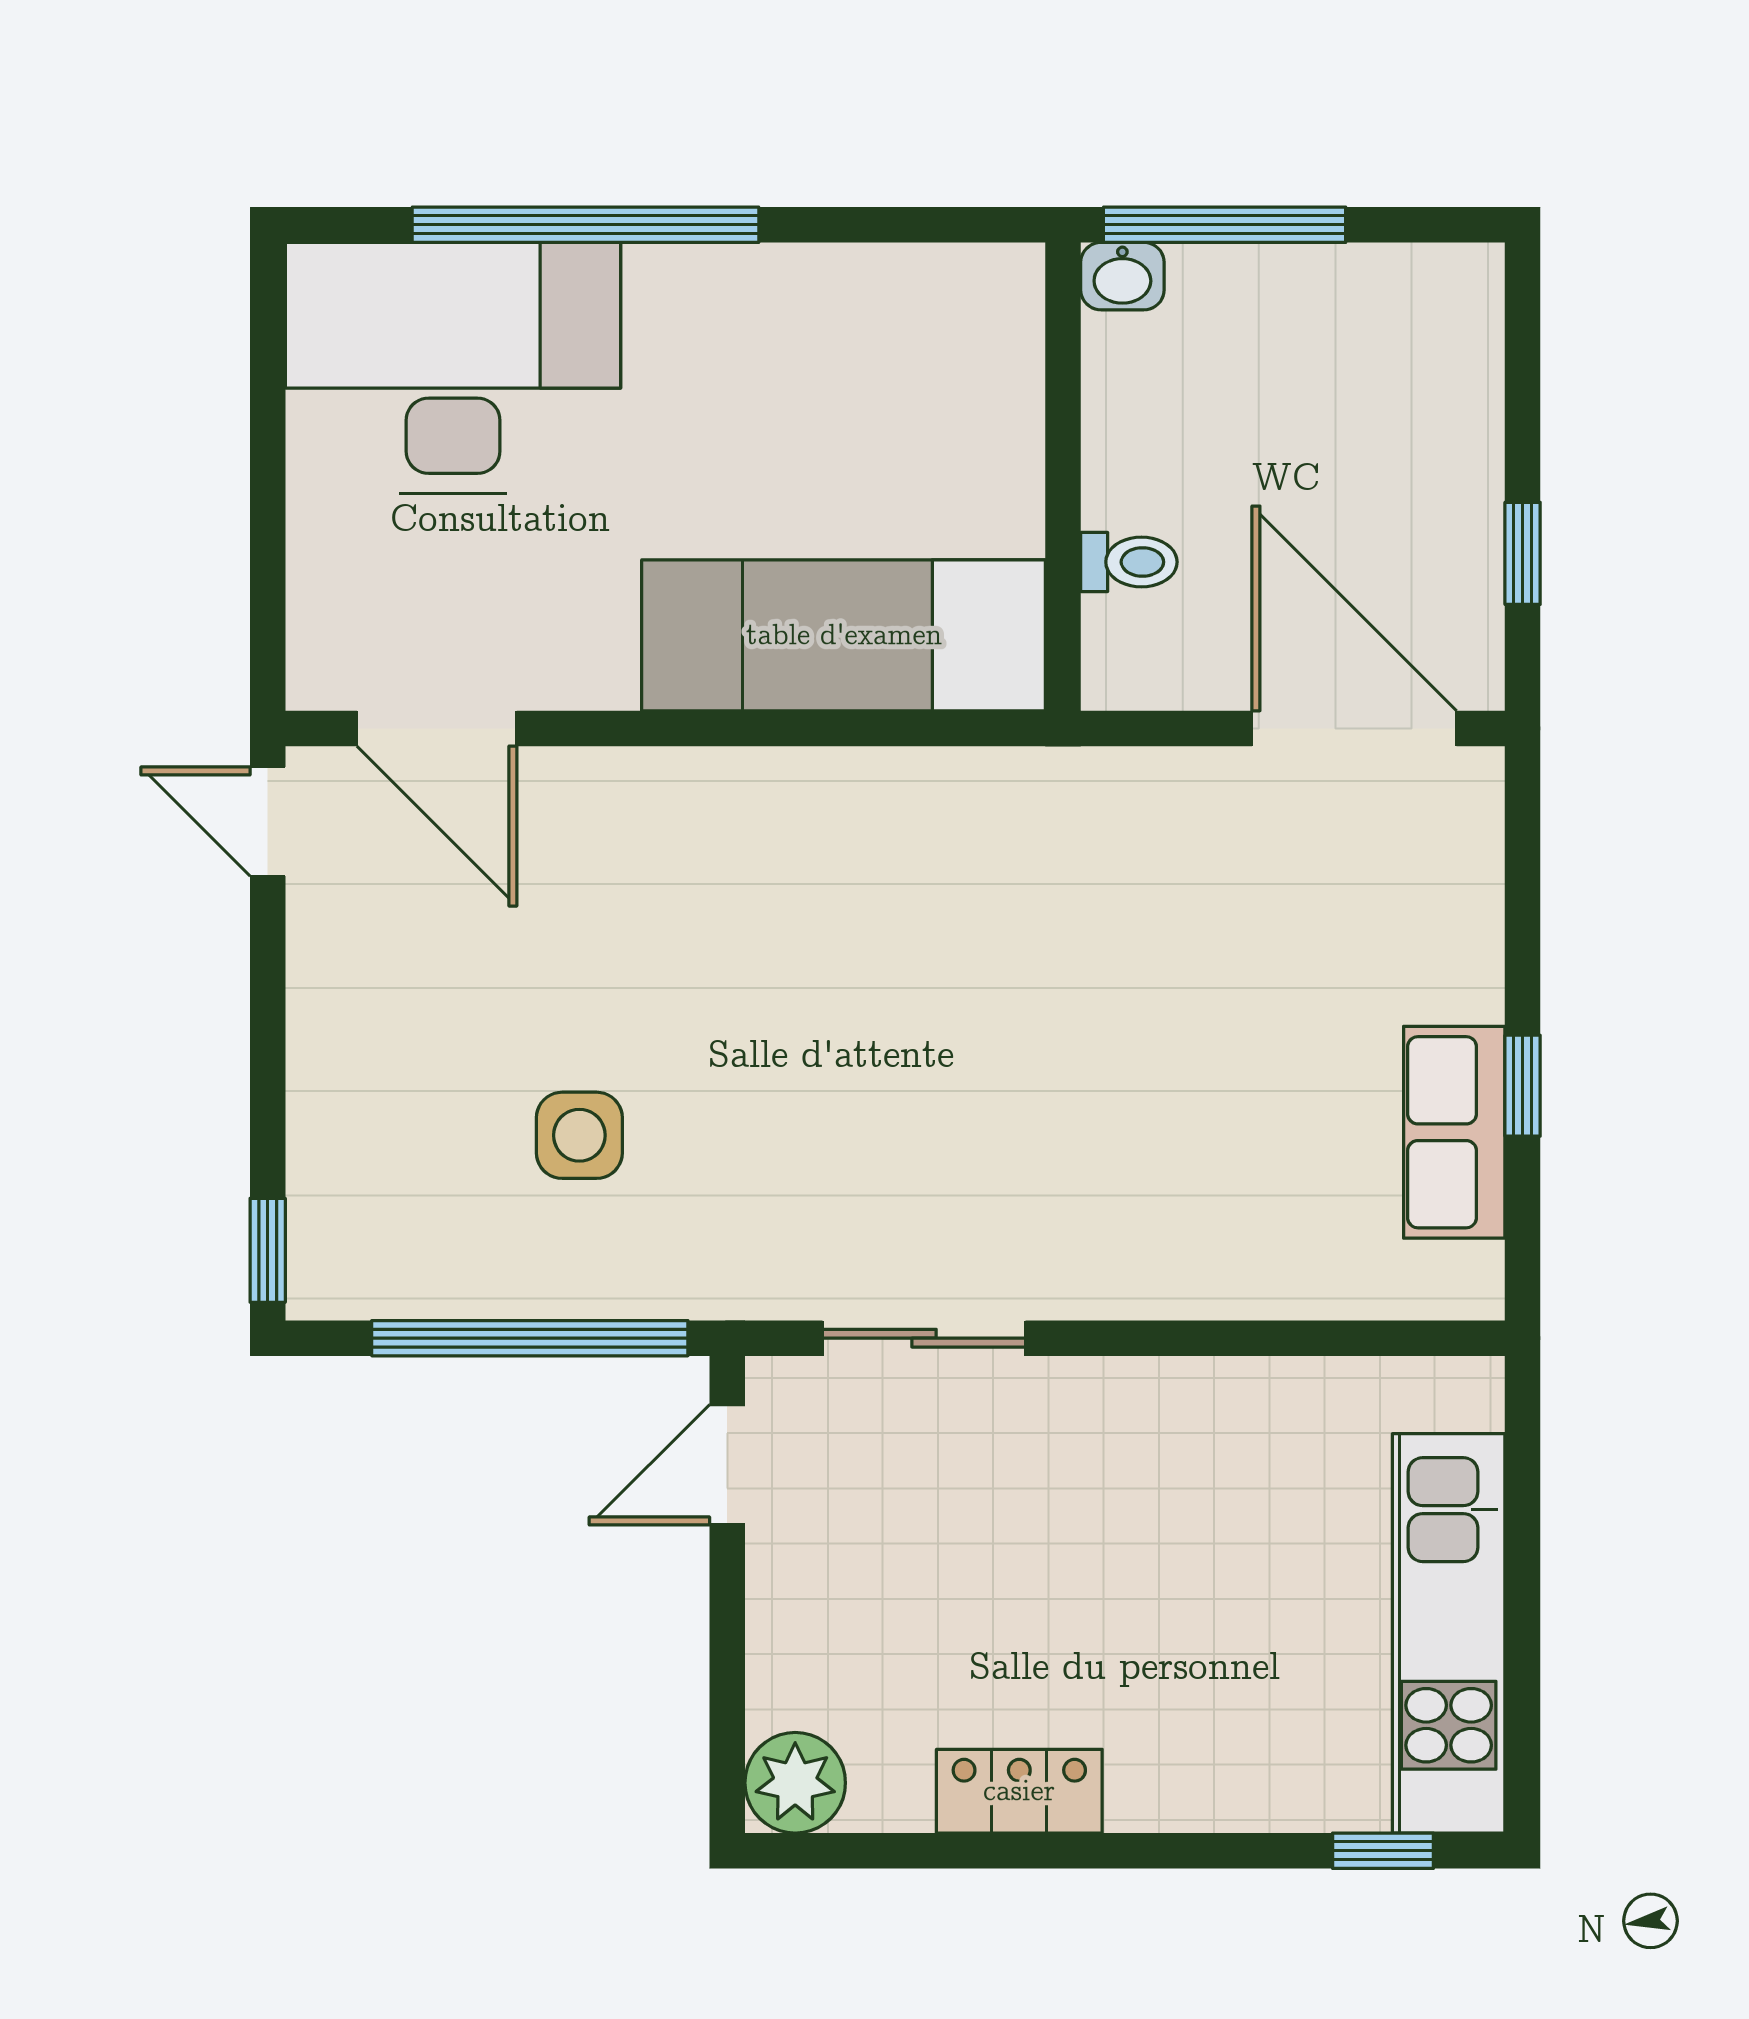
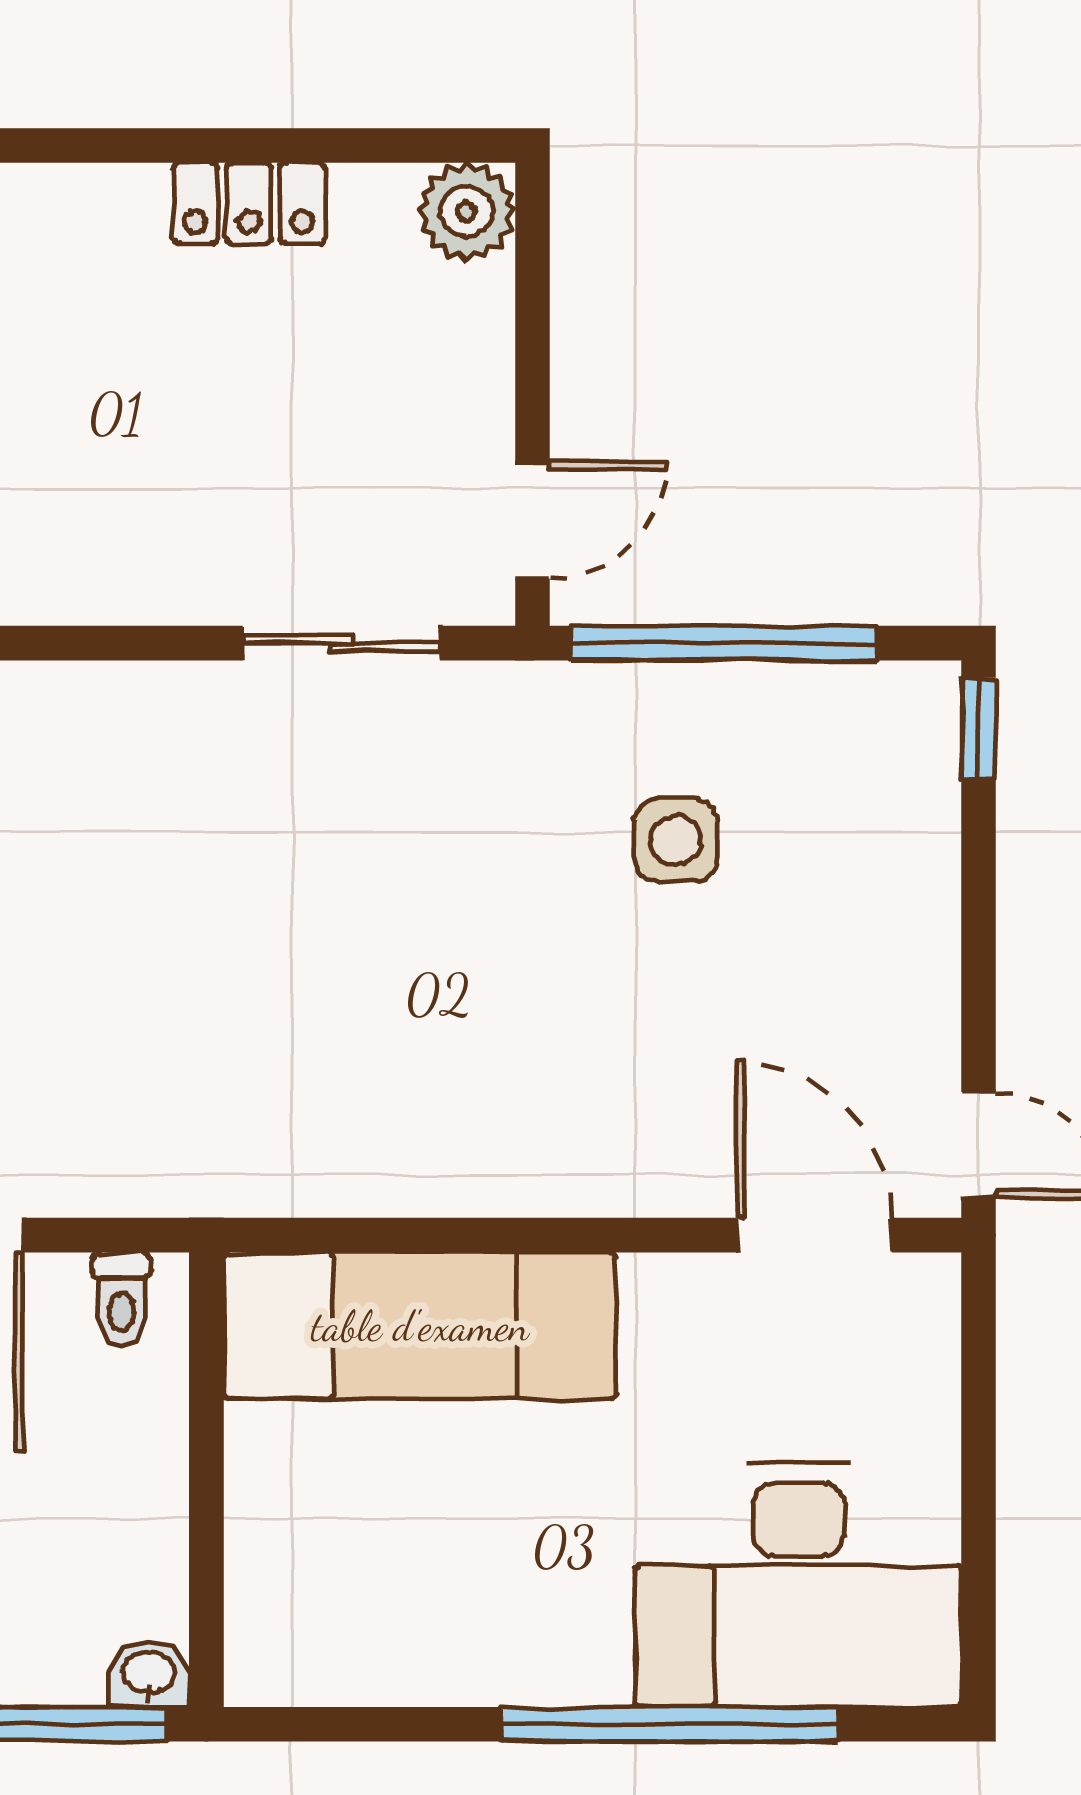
toilet: (1129, 562) -> (121, 1299), moved, turned -90

